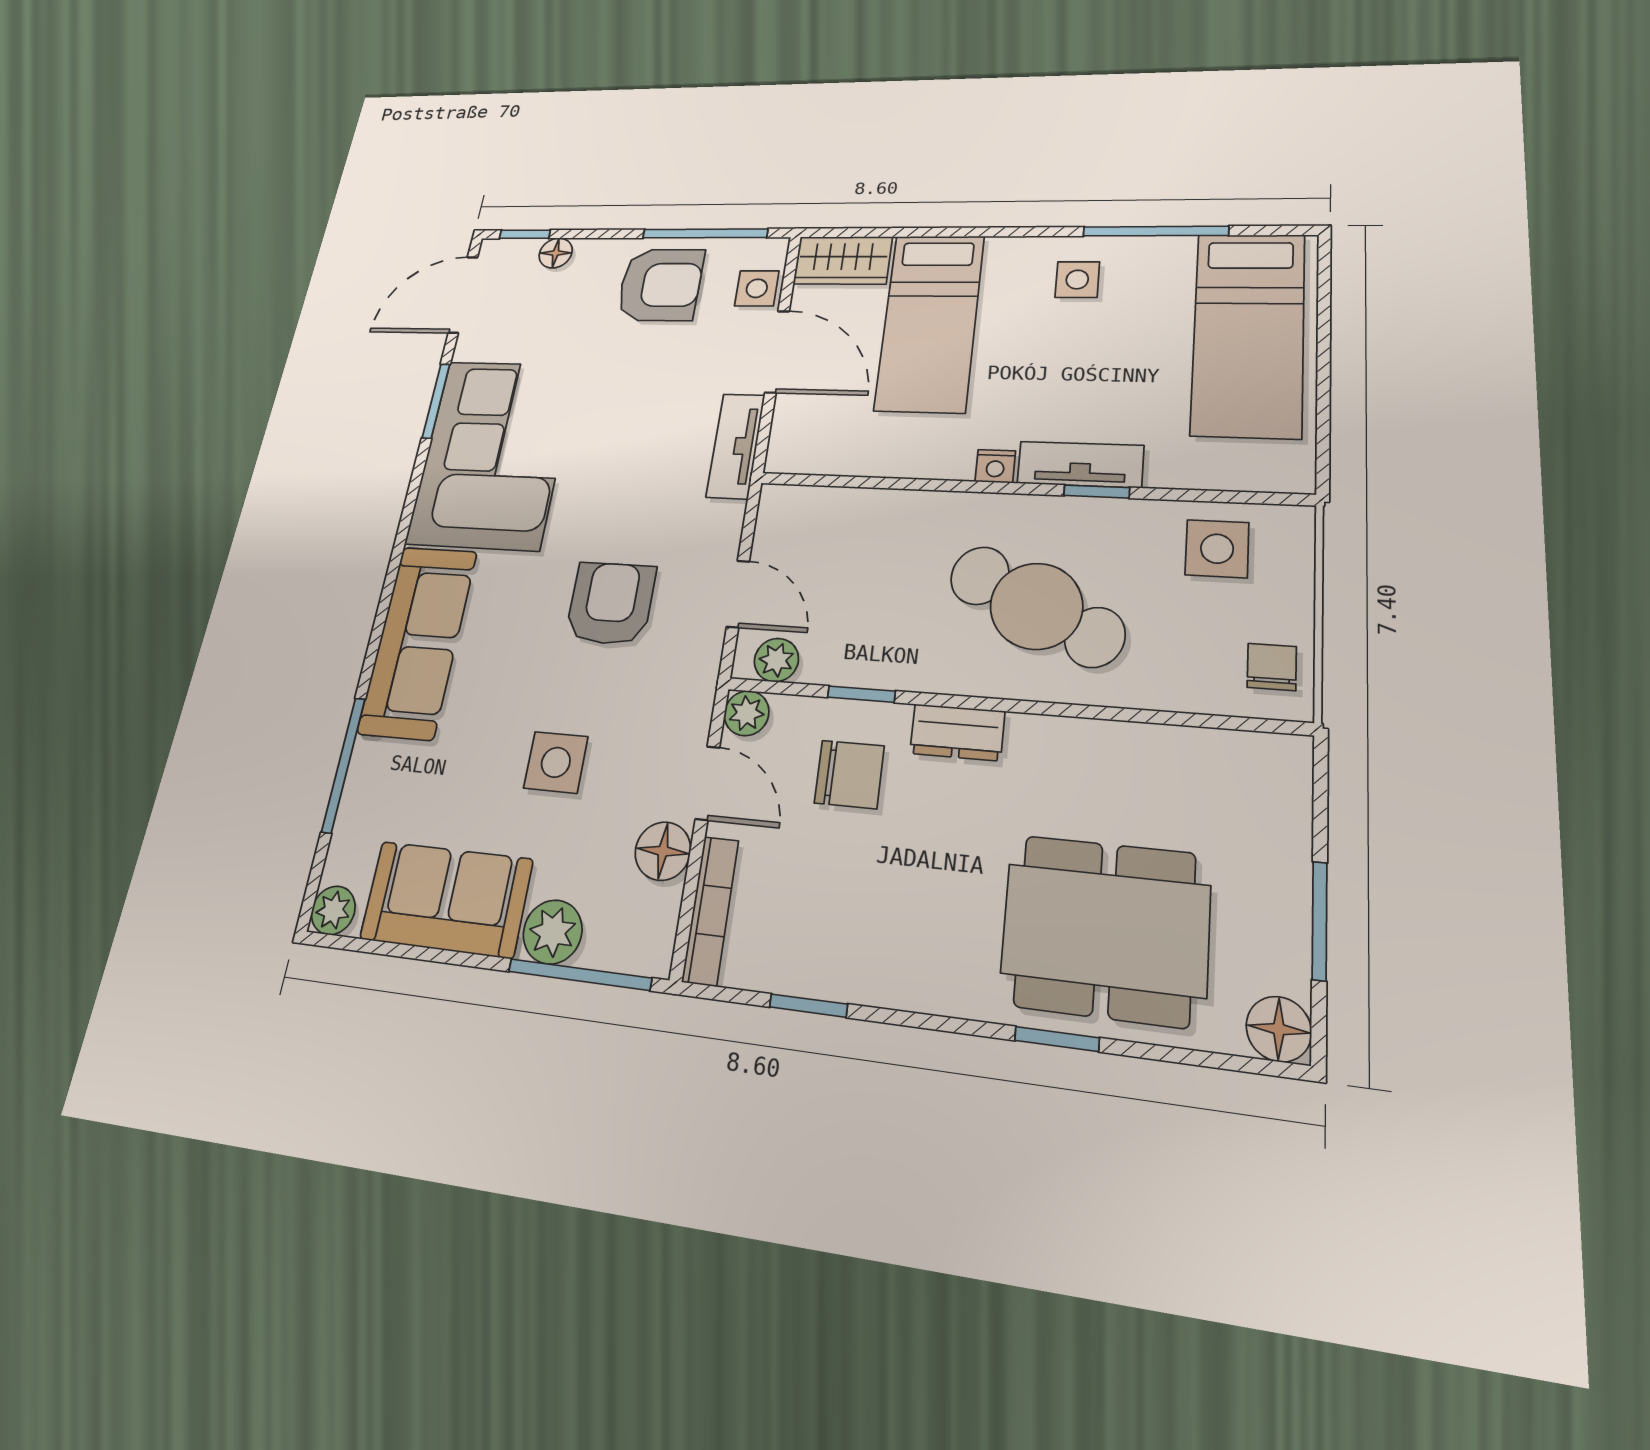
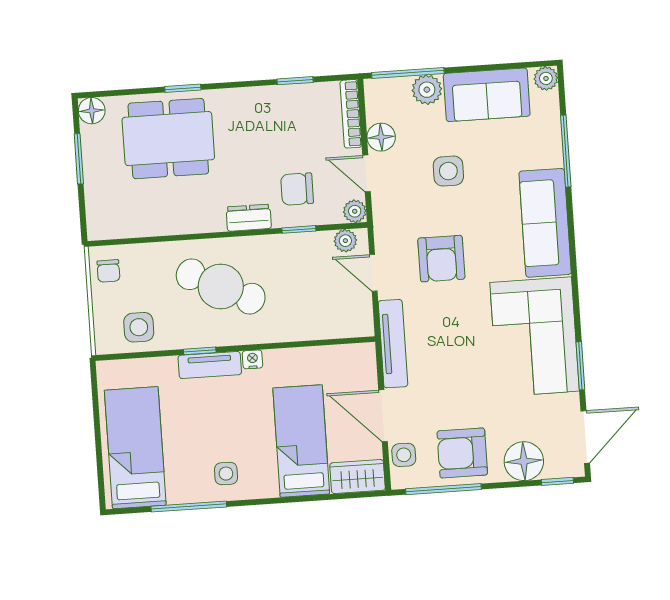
floor lamp: (556, 253) -> (524, 461), width x1.89, depth x1.89
tv unit: (736, 446) -> (393, 344), width x1.41

